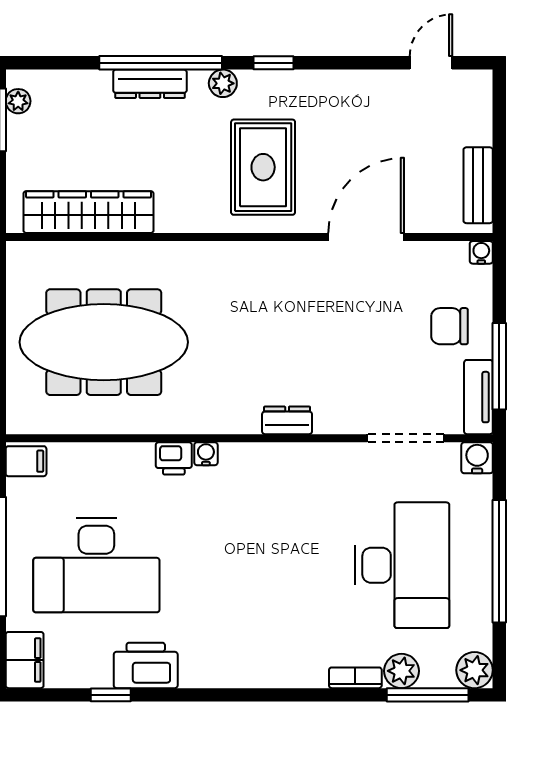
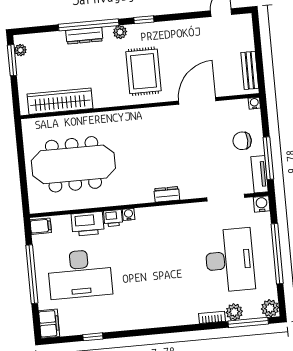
printer: (146, 665) -> (88, 224), moved, turned 180

